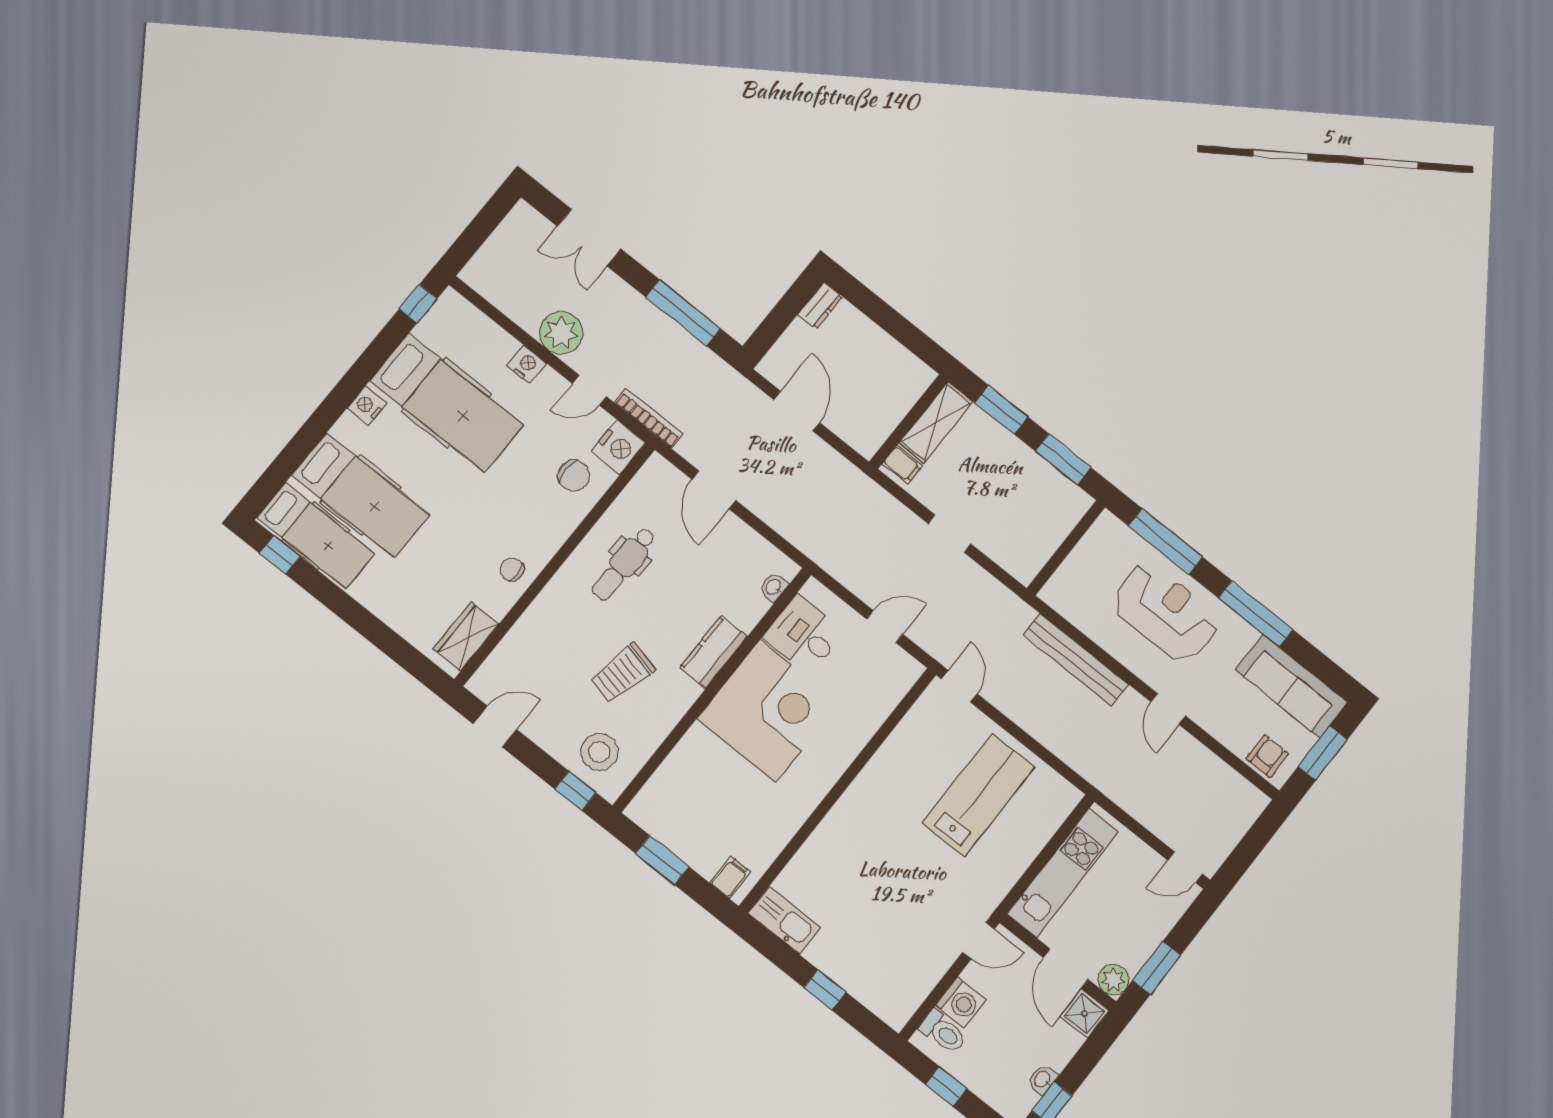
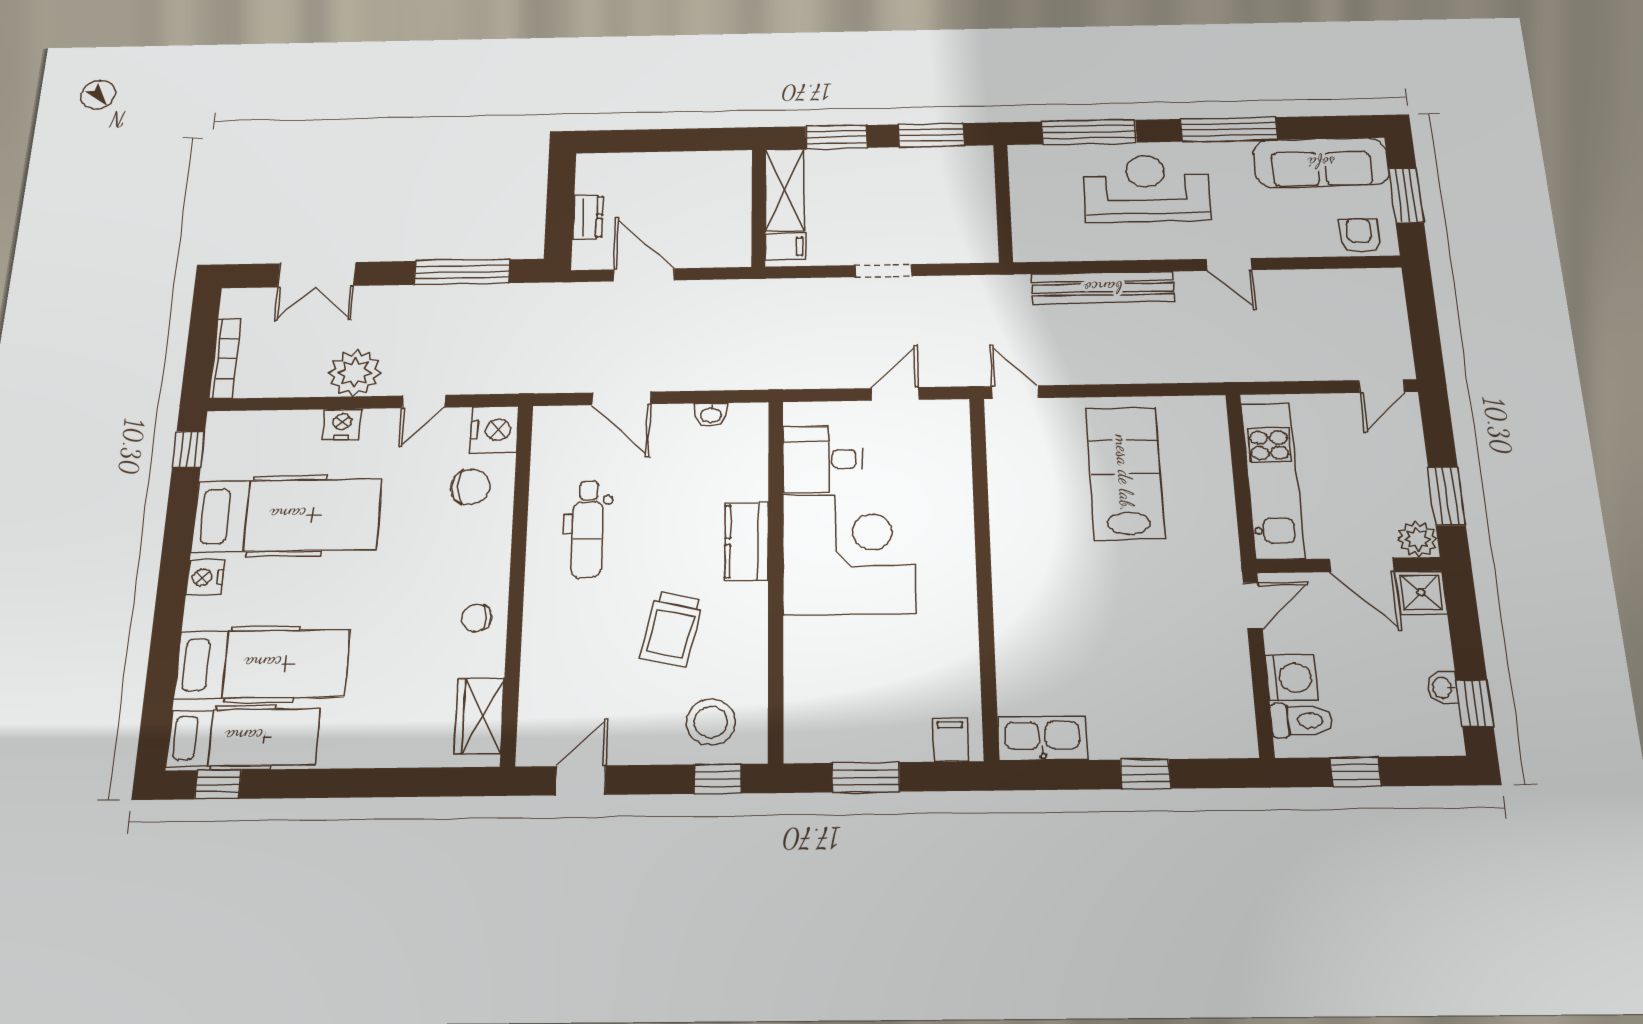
dresser: (820, 306) -> (588, 217), moved
bookcase: (649, 418) -> (225, 358), moved, turned 90
washbasin: (774, 587) -> (711, 415), moved, turned -90

